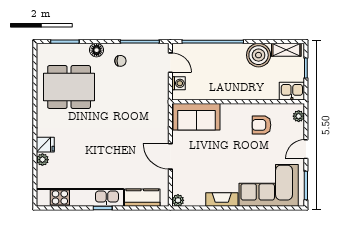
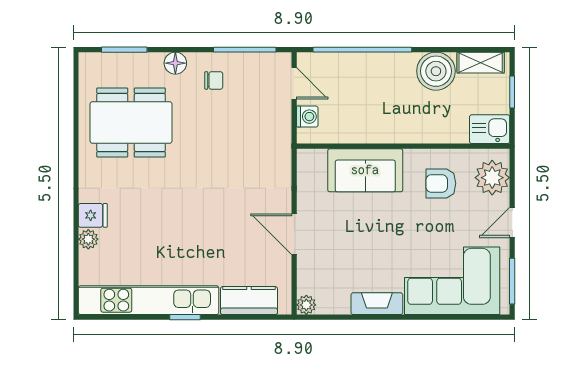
plant: (299, 116) -> (492, 178), width x1.87, depth x1.87
sofa: (197, 117) -> (365, 170), moved

